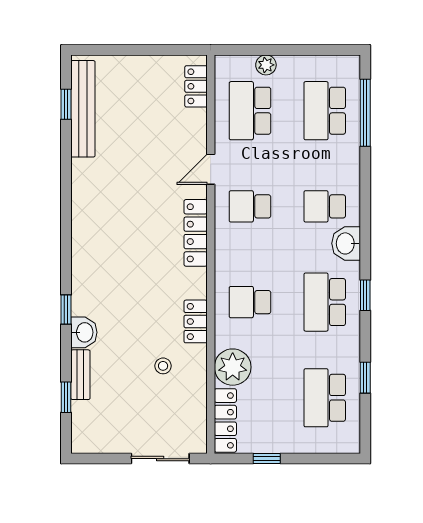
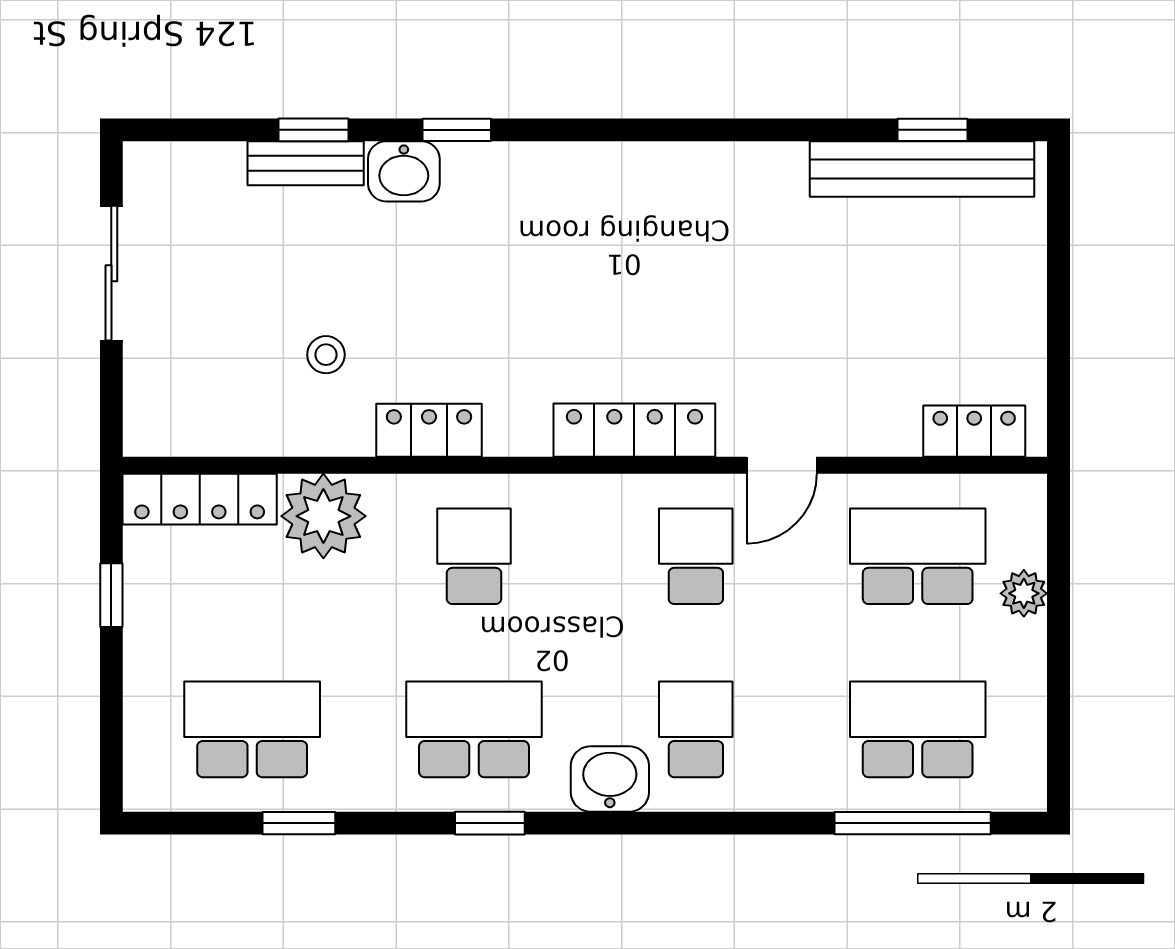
door: (211, 169) -> (782, 465), swing flipped
window: (66, 397) -> (313, 130), moved
sliding door: (160, 459) -> (111, 273), moved

